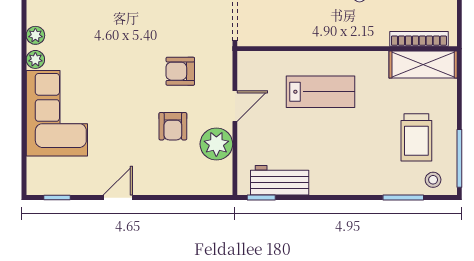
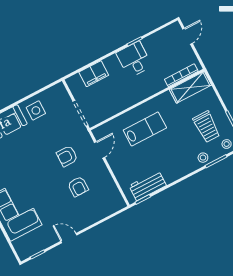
door: (235, 106) -> (100, 150), moved
plant: (216, 144) -> (105, 184), removed
stool: (386, 182) -> (203, 158), added
door: (118, 198) -> (69, 238), hinge flipped

